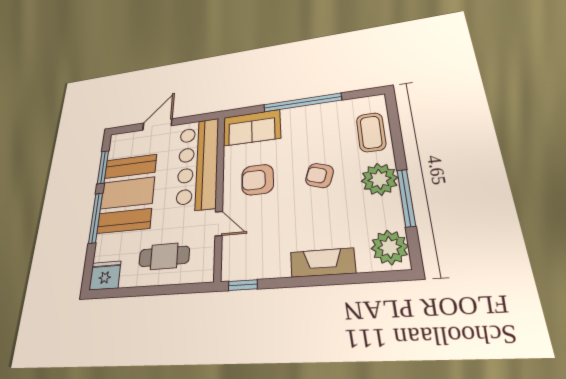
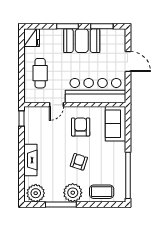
window: (302, 103) -> (128, 175), moved
booth: (127, 193) -> (82, 41), width x0.73, depth x0.70
window: (96, 218) -> (68, 26), width x0.69

